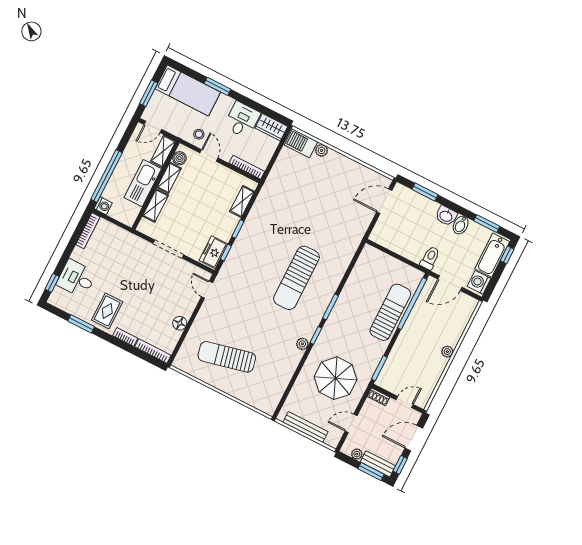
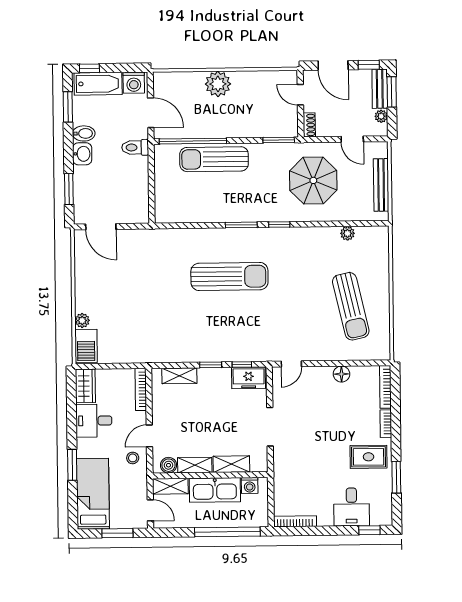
washing machine: (103, 206) -> (250, 485), moved, turned 180
plant: (302, 344) -> (347, 233), moved
plant: (447, 352) -> (218, 84), width x1.87, depth x1.87

